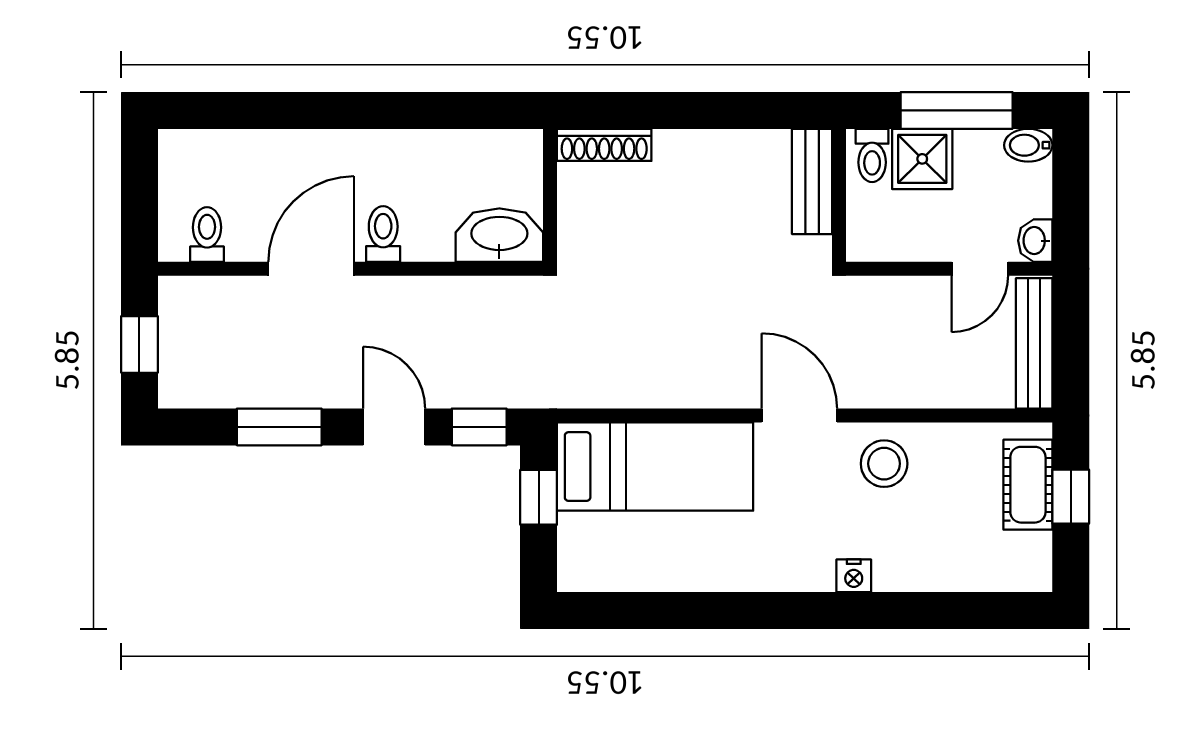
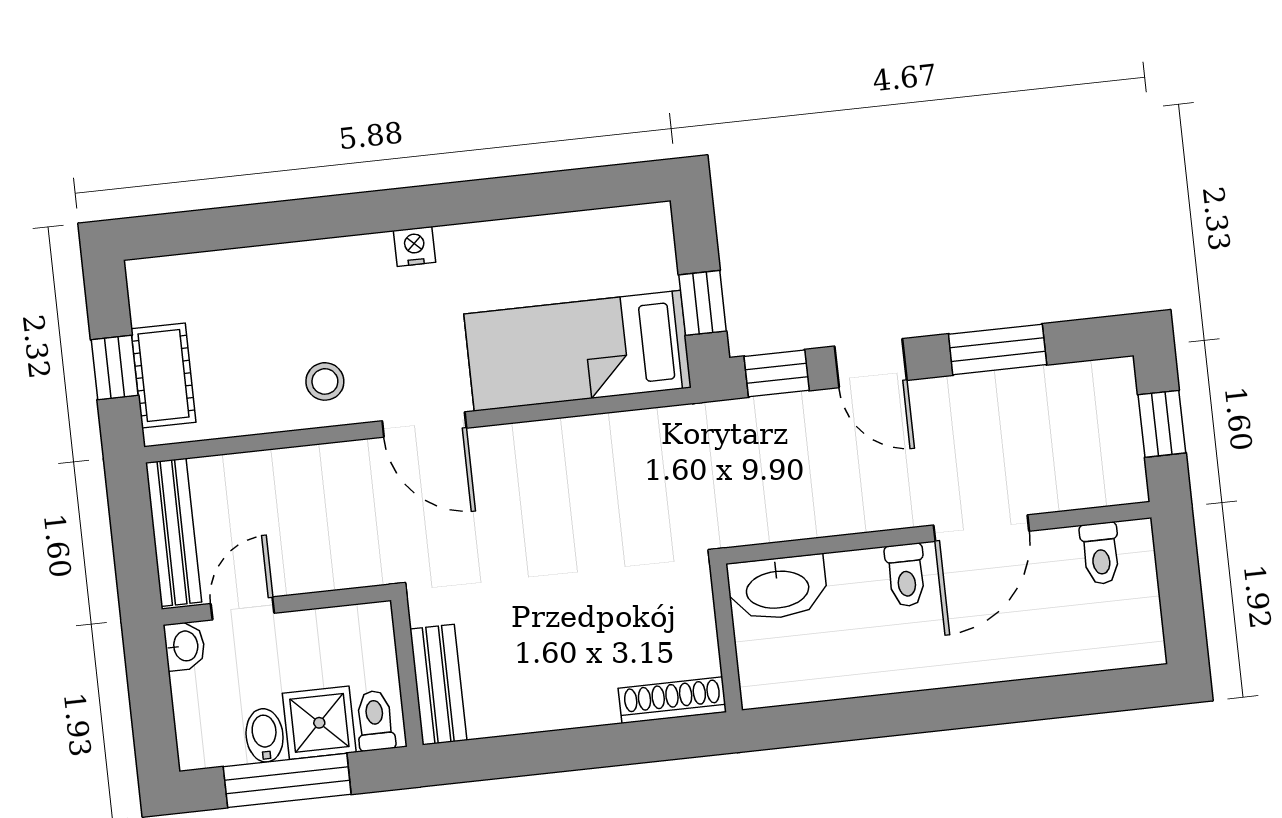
bidet: (1028, 145) -> (265, 735), moved, turned -90
stool: (884, 464) -> (325, 381), width x0.73, depth x0.73
nightstand: (854, 576) -> (414, 246), moved

